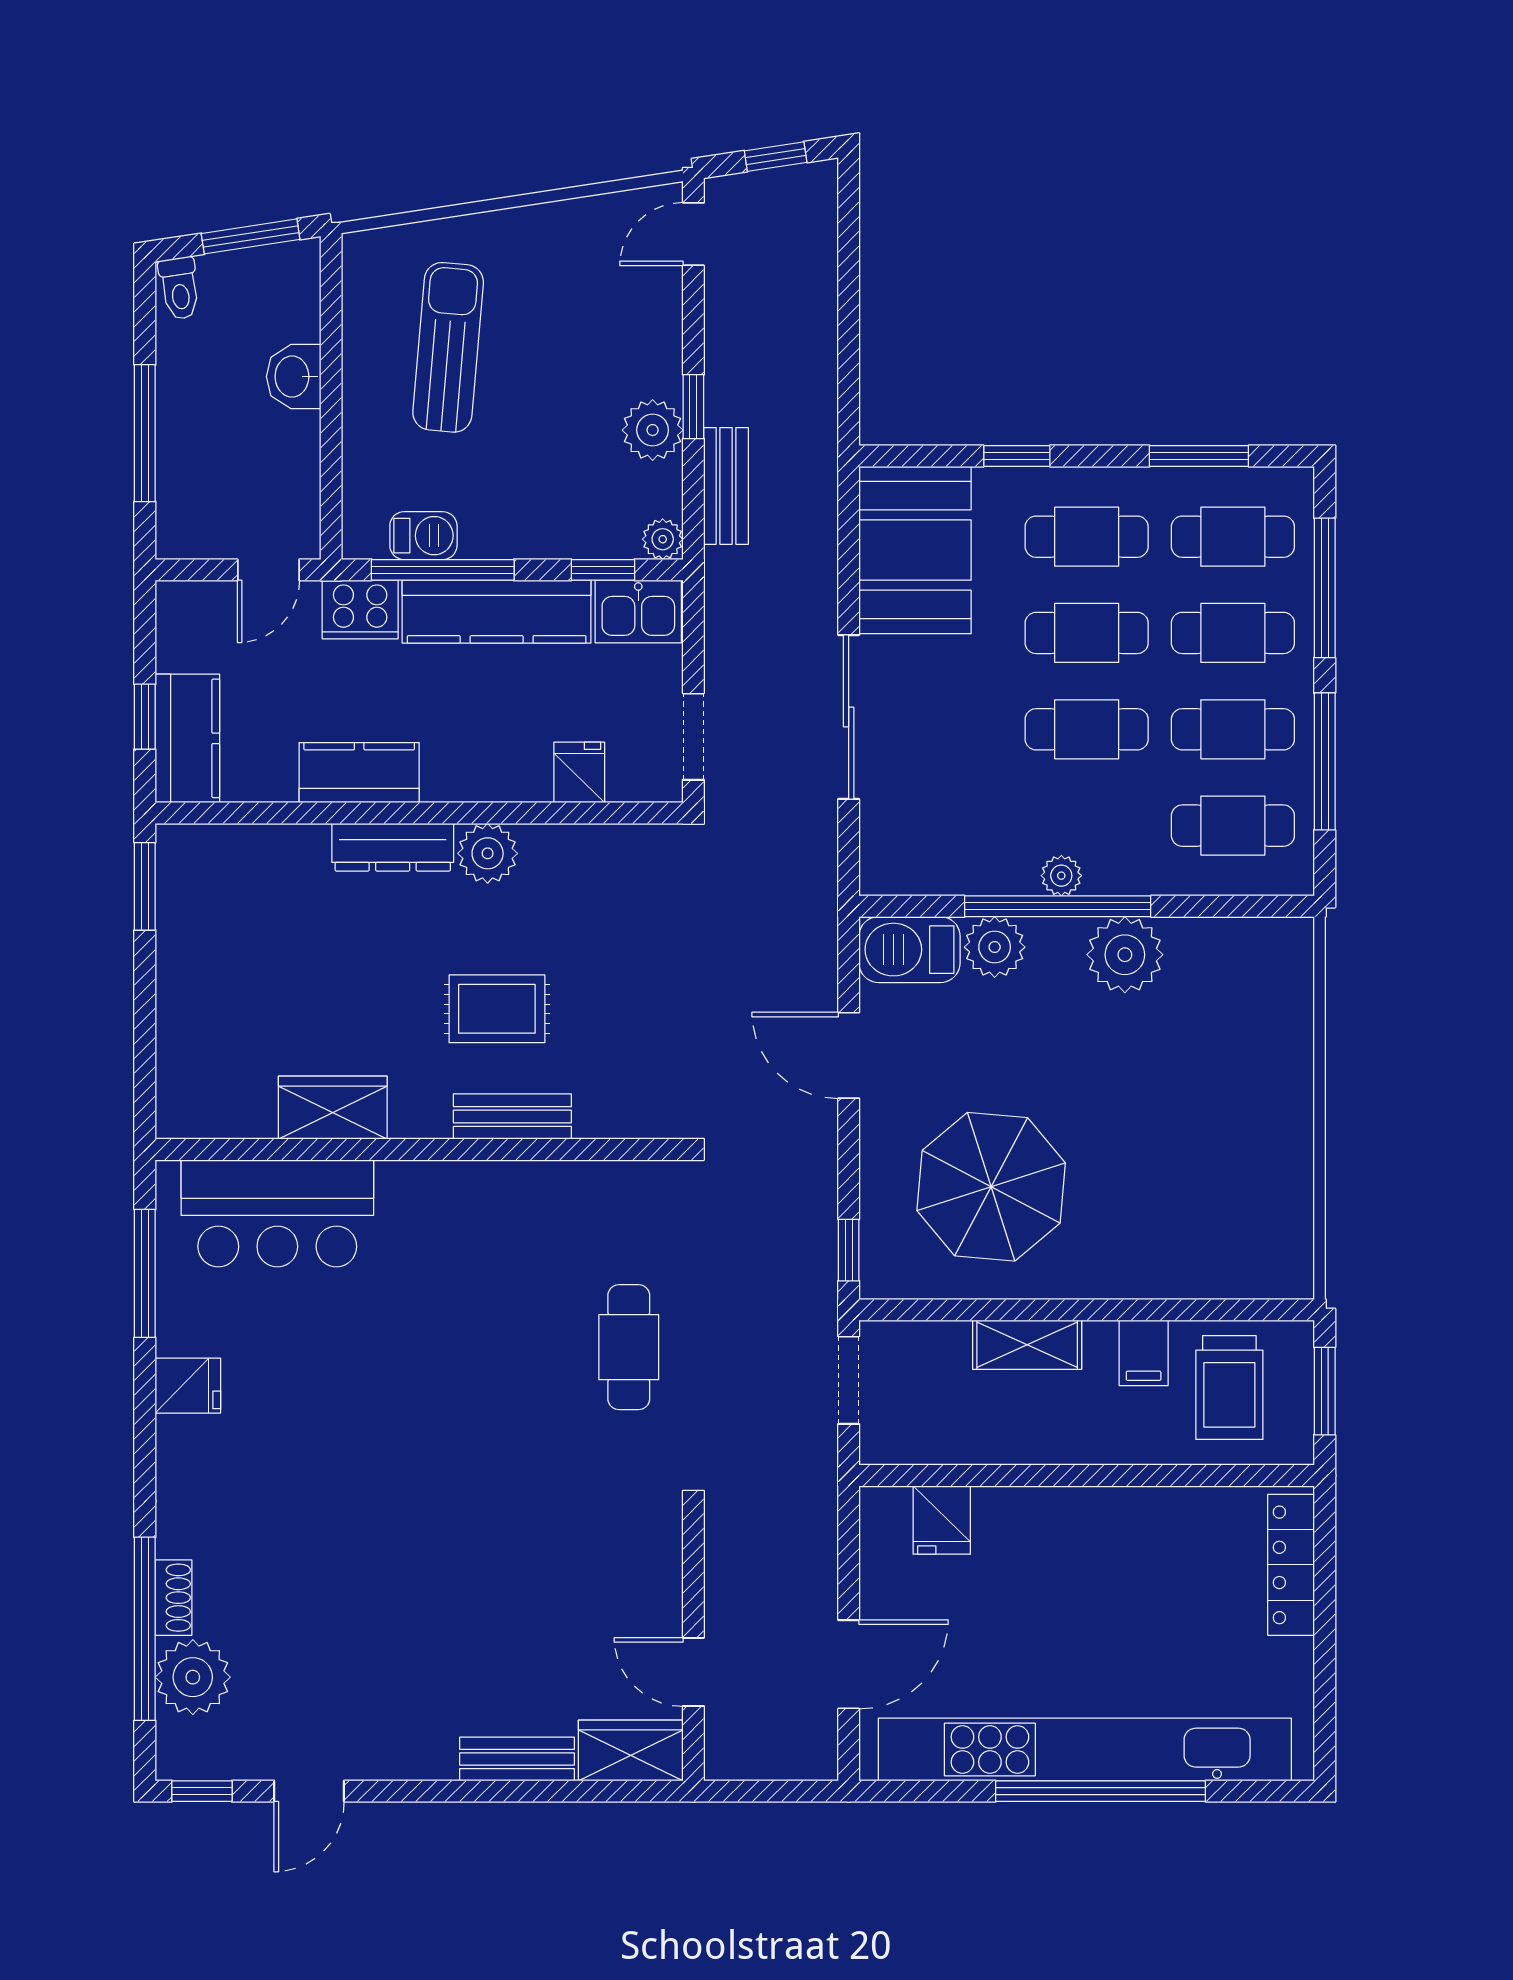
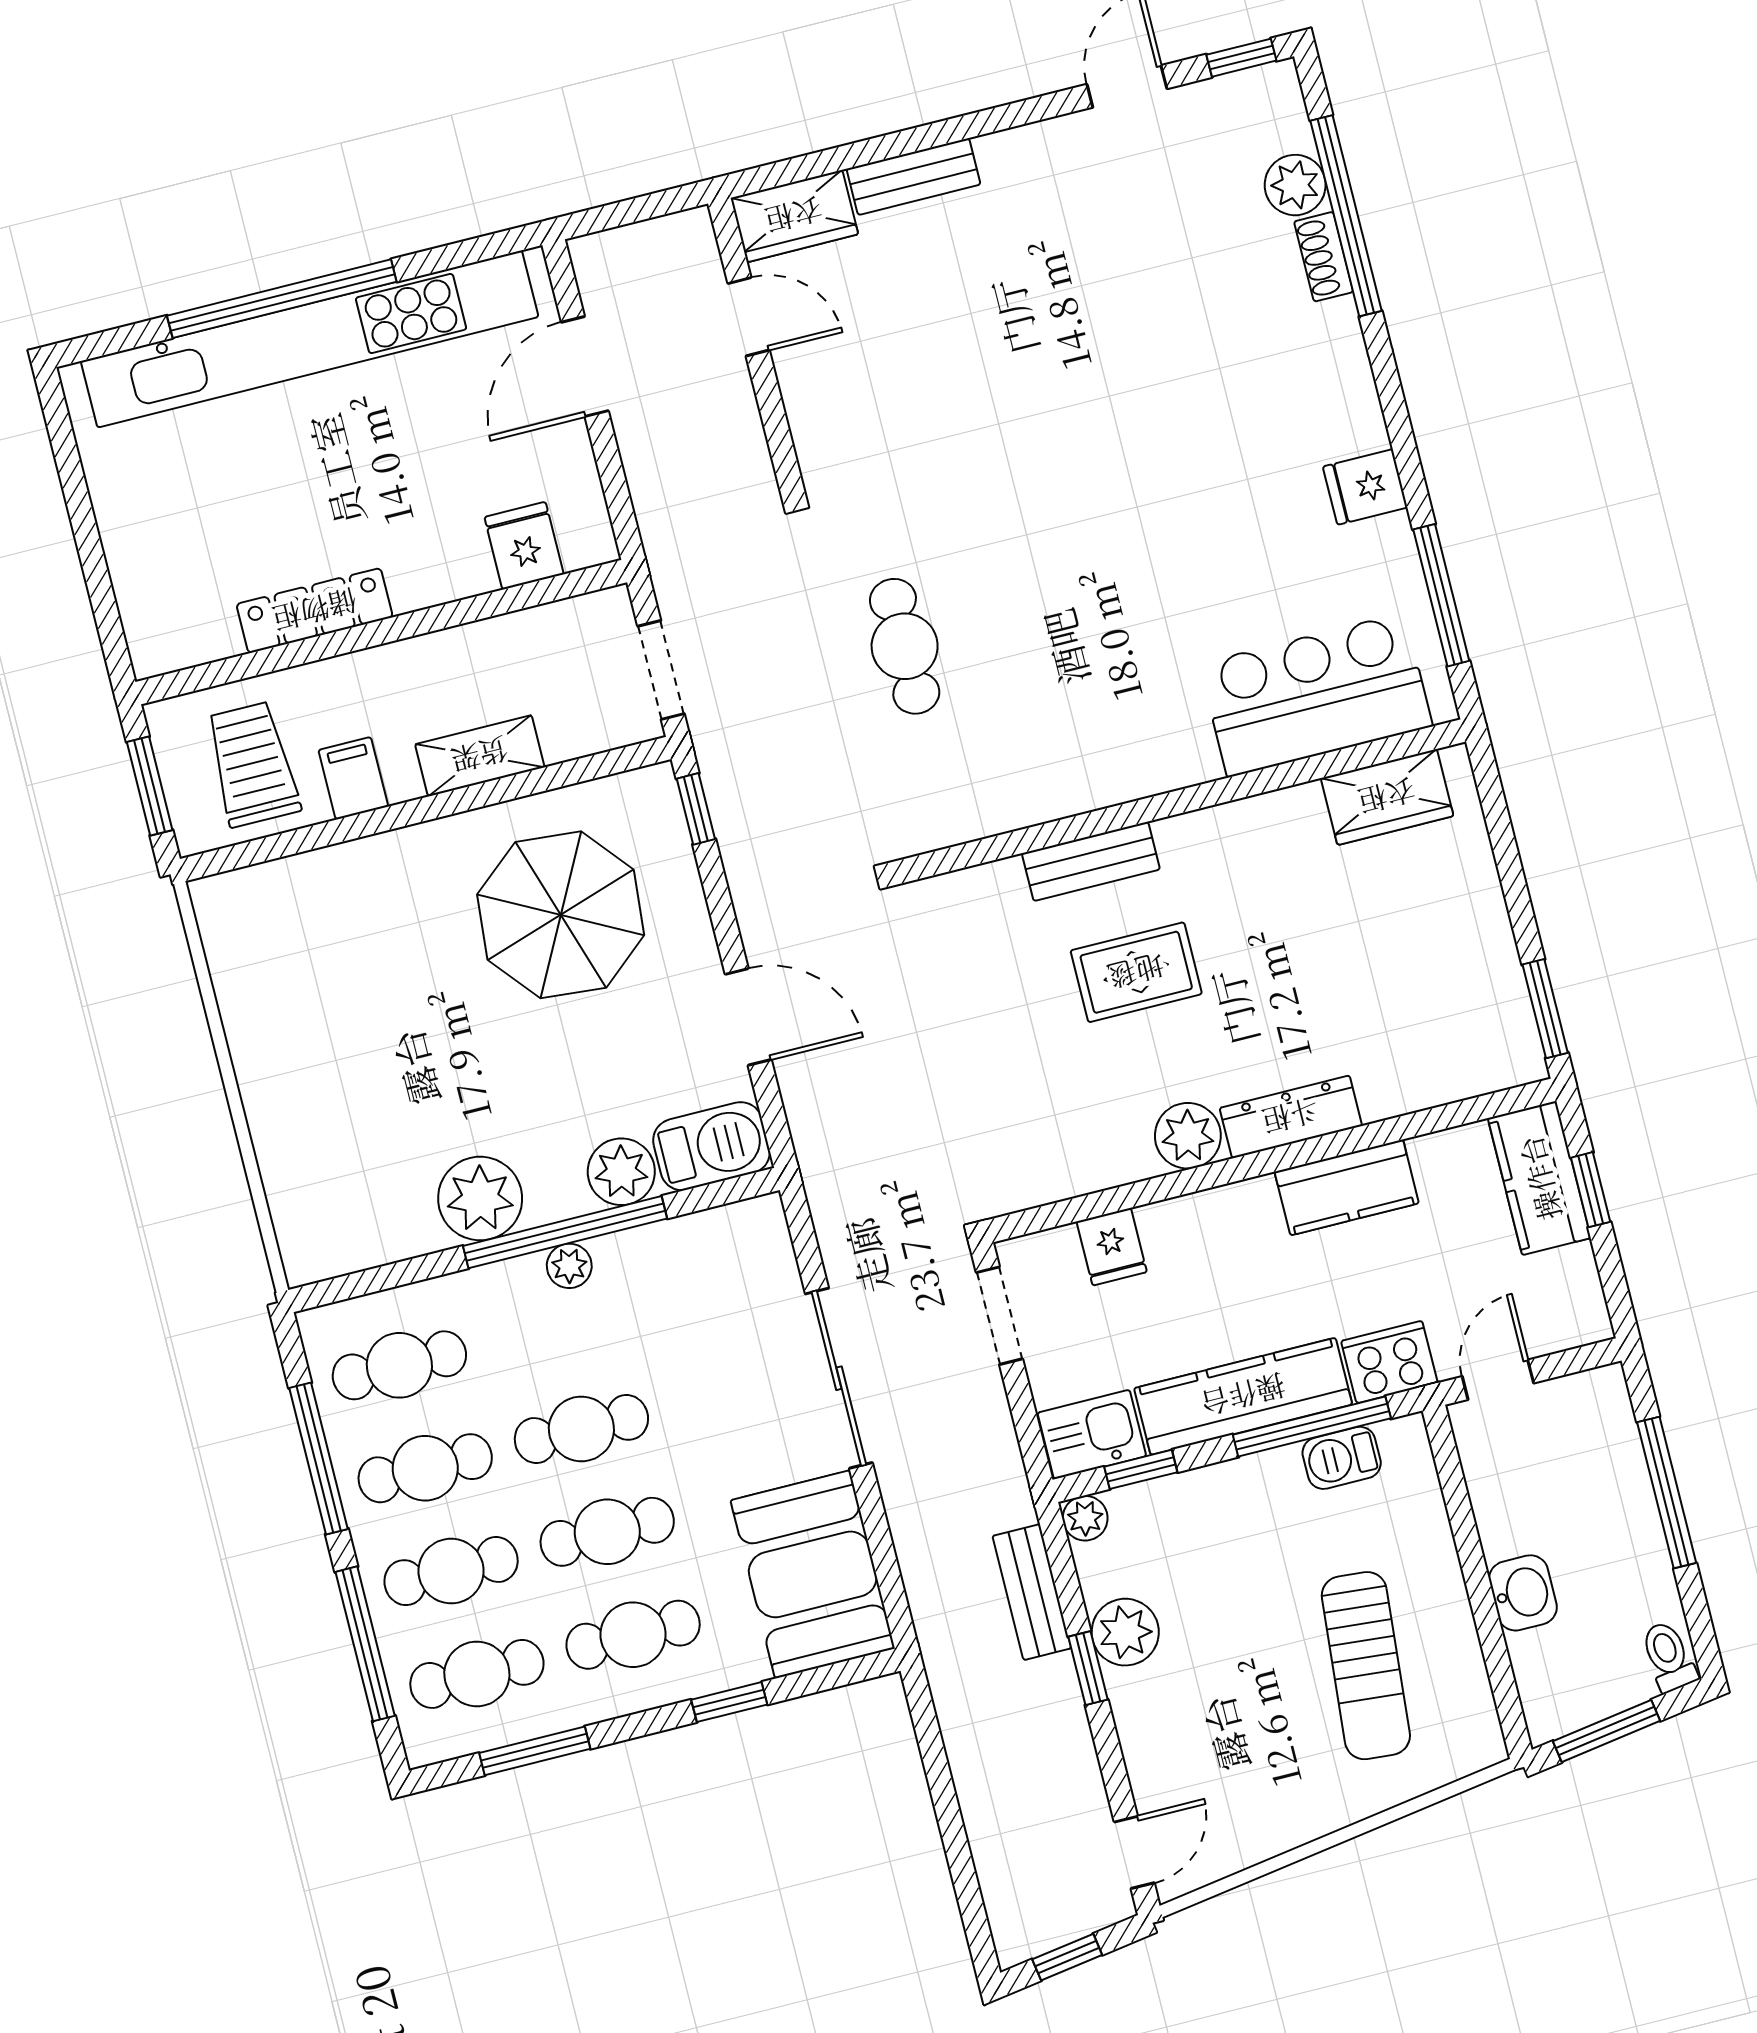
wardrobe: (333, 1108) -> (1387, 797), moved
locker: (1291, 1565) -> (315, 611), moved, turned -90
plant: (193, 1677) -> (1295, 185), width x0.73, depth x0.73

